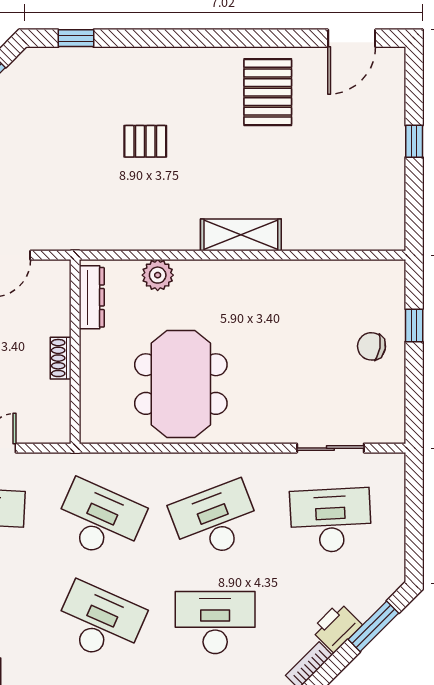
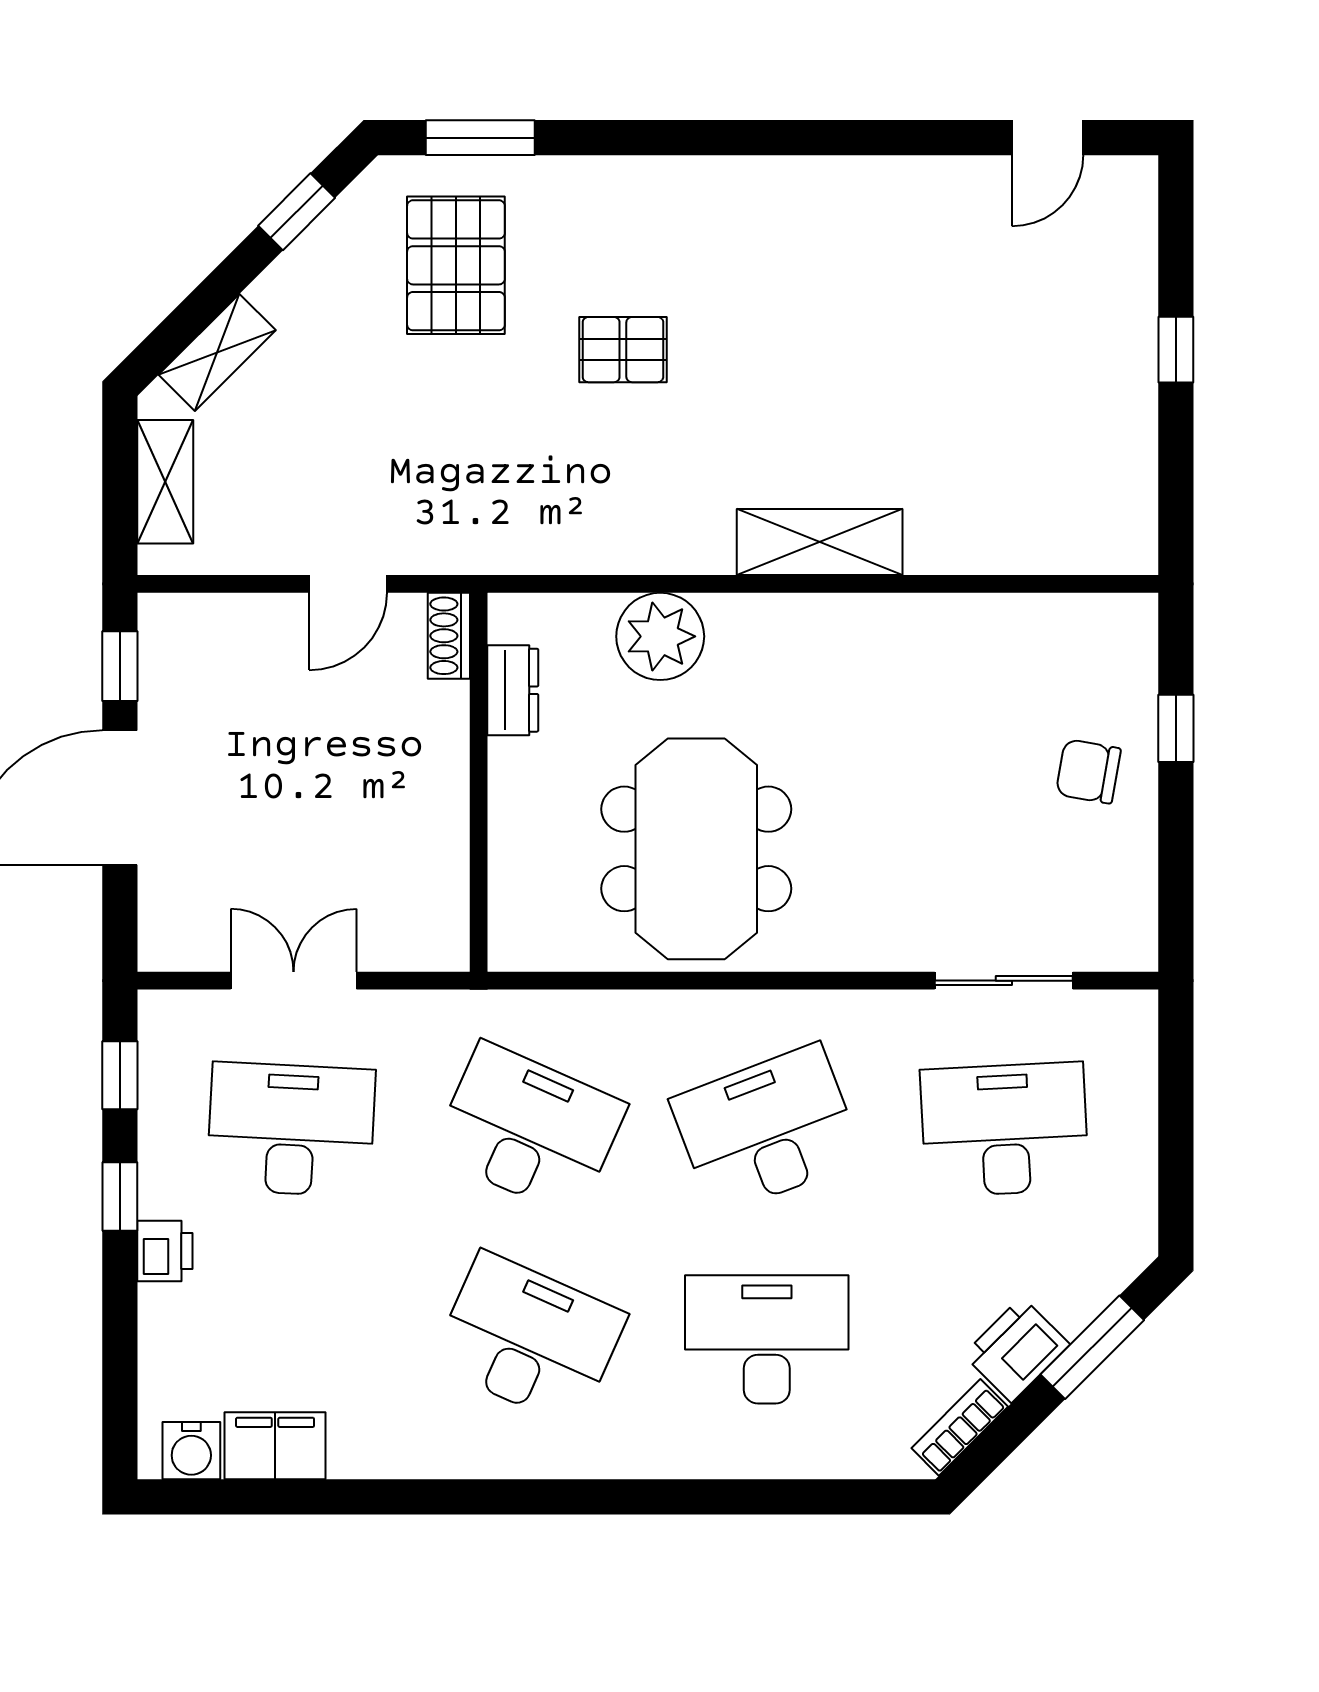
window: (76, 38) -> (480, 138), width x1.50
door: (352, 38) -> (1048, 138), width x0.73
pallet: (268, 92) -> (456, 265), moved
plant: (158, 275) -> (660, 636), width x1.36, depth x1.36
dresser: (92, 297) -> (513, 690), width x0.70
shoe rack: (61, 358) -> (449, 636), moved

